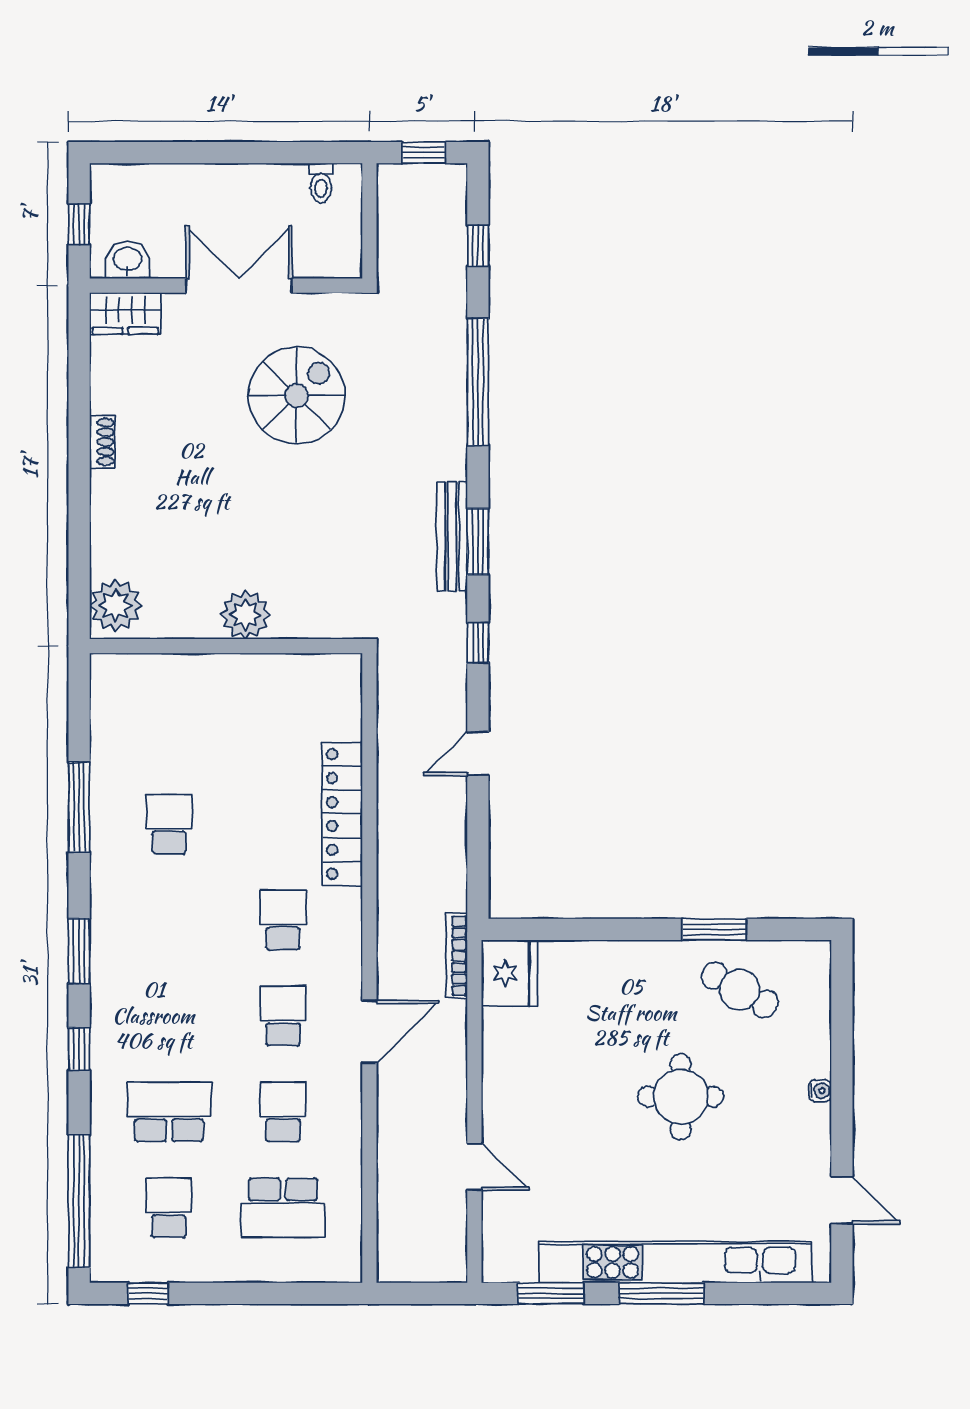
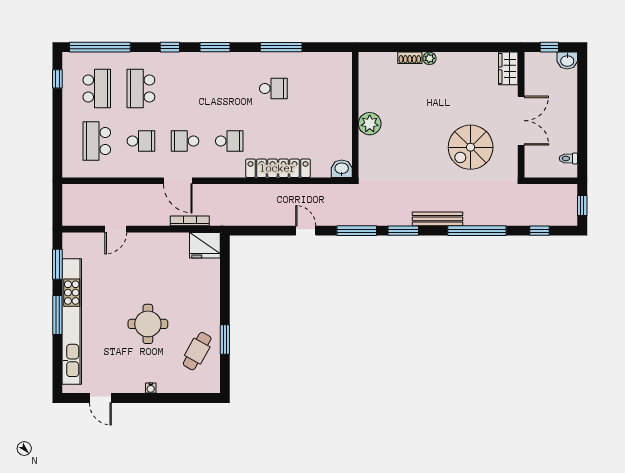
washbasin: (127, 260) -> (567, 61), moved, turned 90
spiral stairs: (297, 395) -> (471, 147), turned 90
shoe rack: (102, 442) -> (410, 58), moved
bench: (452, 536) -> (438, 219), moved
plant: (116, 605) -> (429, 58), moved, width x0.53, depth x0.53
window: (478, 643) -> (357, 231), width x2.17
washbasin: (343, 676) -> (342, 169), added
bookcase: (457, 956) -> (190, 221), moved
school desk: (283, 1016) -> (185, 141), turned 180
school desk: (169, 1112) -> (141, 88), turned 180
door: (842, 1200) -> (100, 398), hinge flipped
school desk: (169, 1208) -> (97, 88), width x1.85

